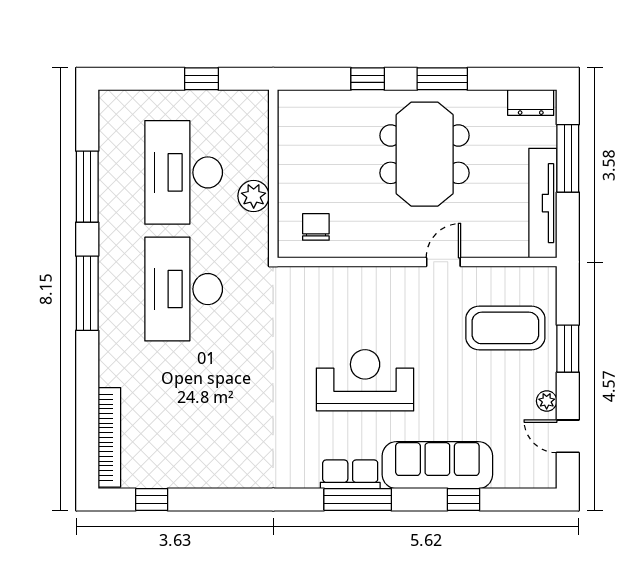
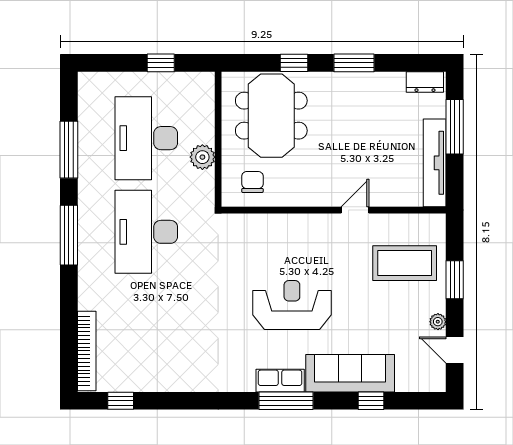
meeting table: (425, 154) -> (271, 116), moved

